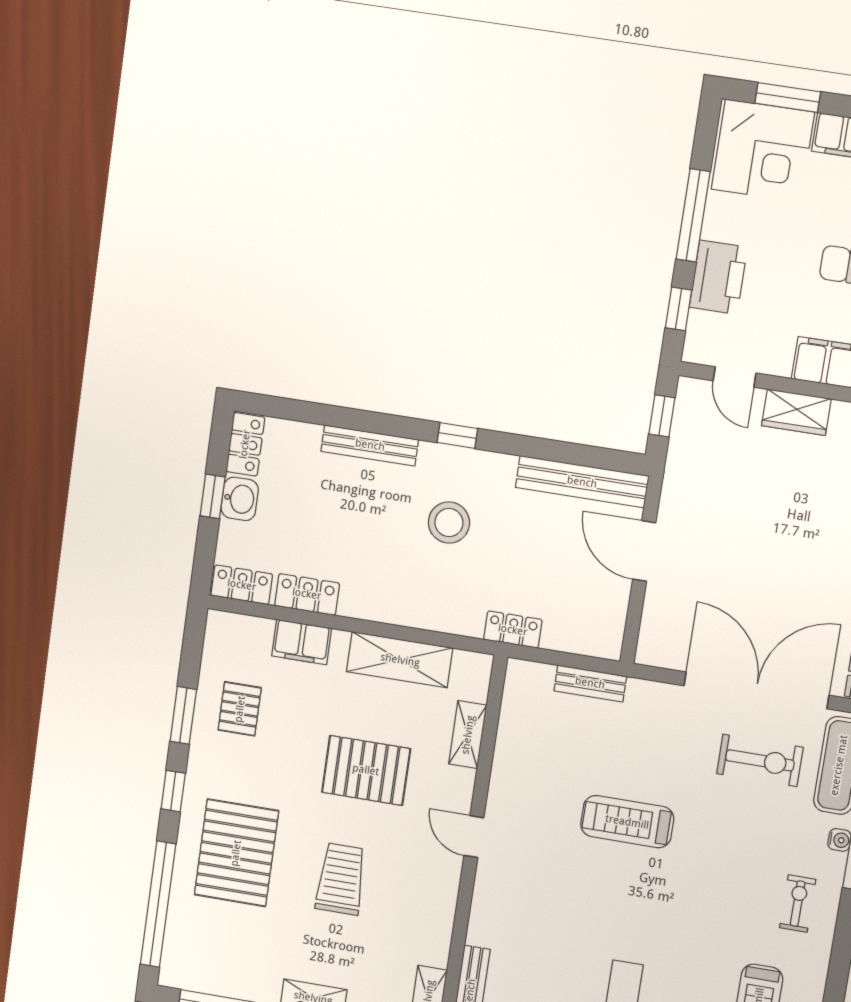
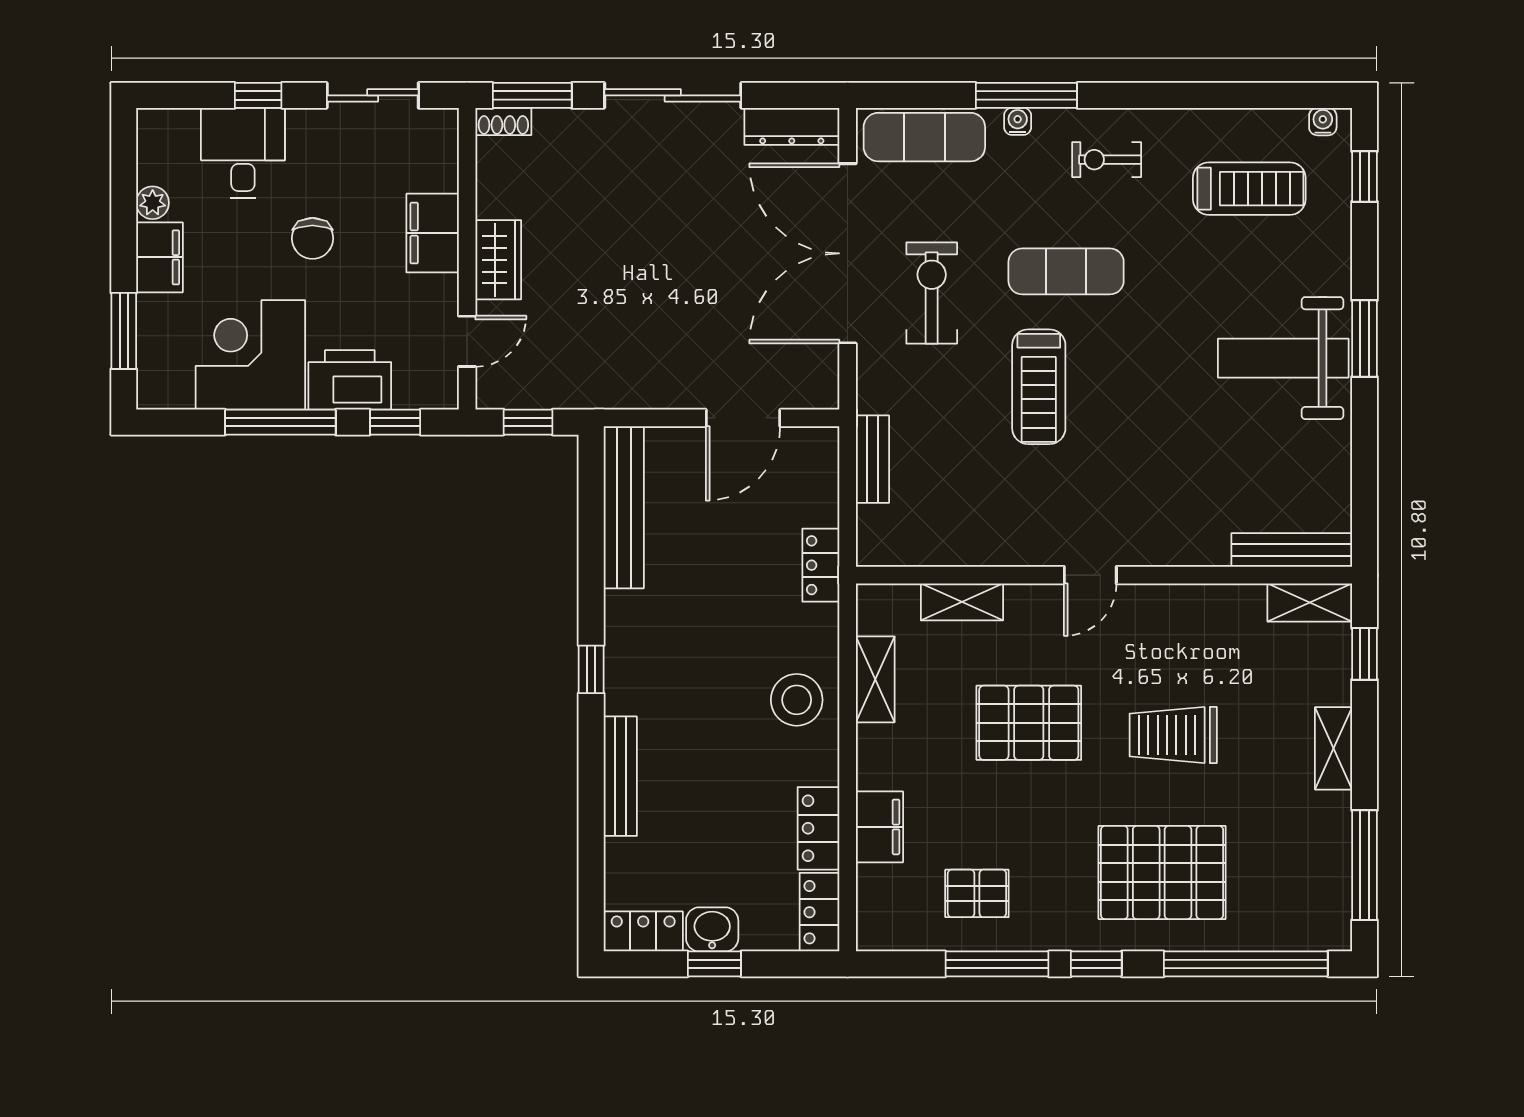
corner desk: (763, 151) -> (250, 355), moved, turned -90
stool: (449, 523) -> (797, 700), moved
door: (644, 551) -> (743, 418), moved
shelving: (400, 660) -> (875, 679), width x0.67, depth x0.75
window: (183, 715) -> (997, 964), width x1.44
exercise bike: (760, 760) -> (932, 293), moved
pallet: (366, 770) -> (1029, 723), turned 90
exercise mat: (715, 858) -> (1066, 271), added

